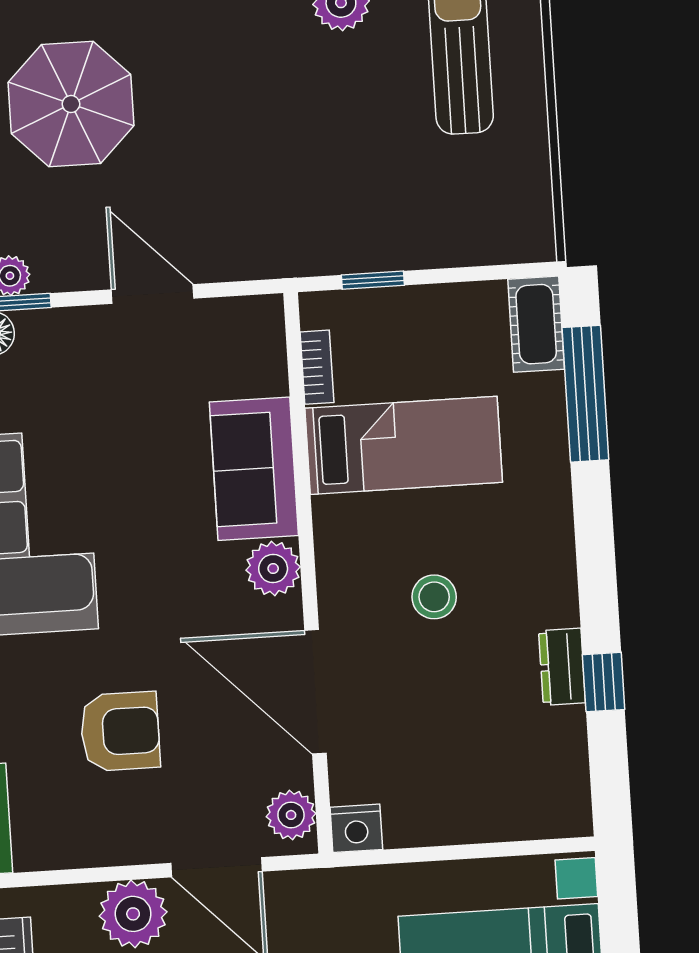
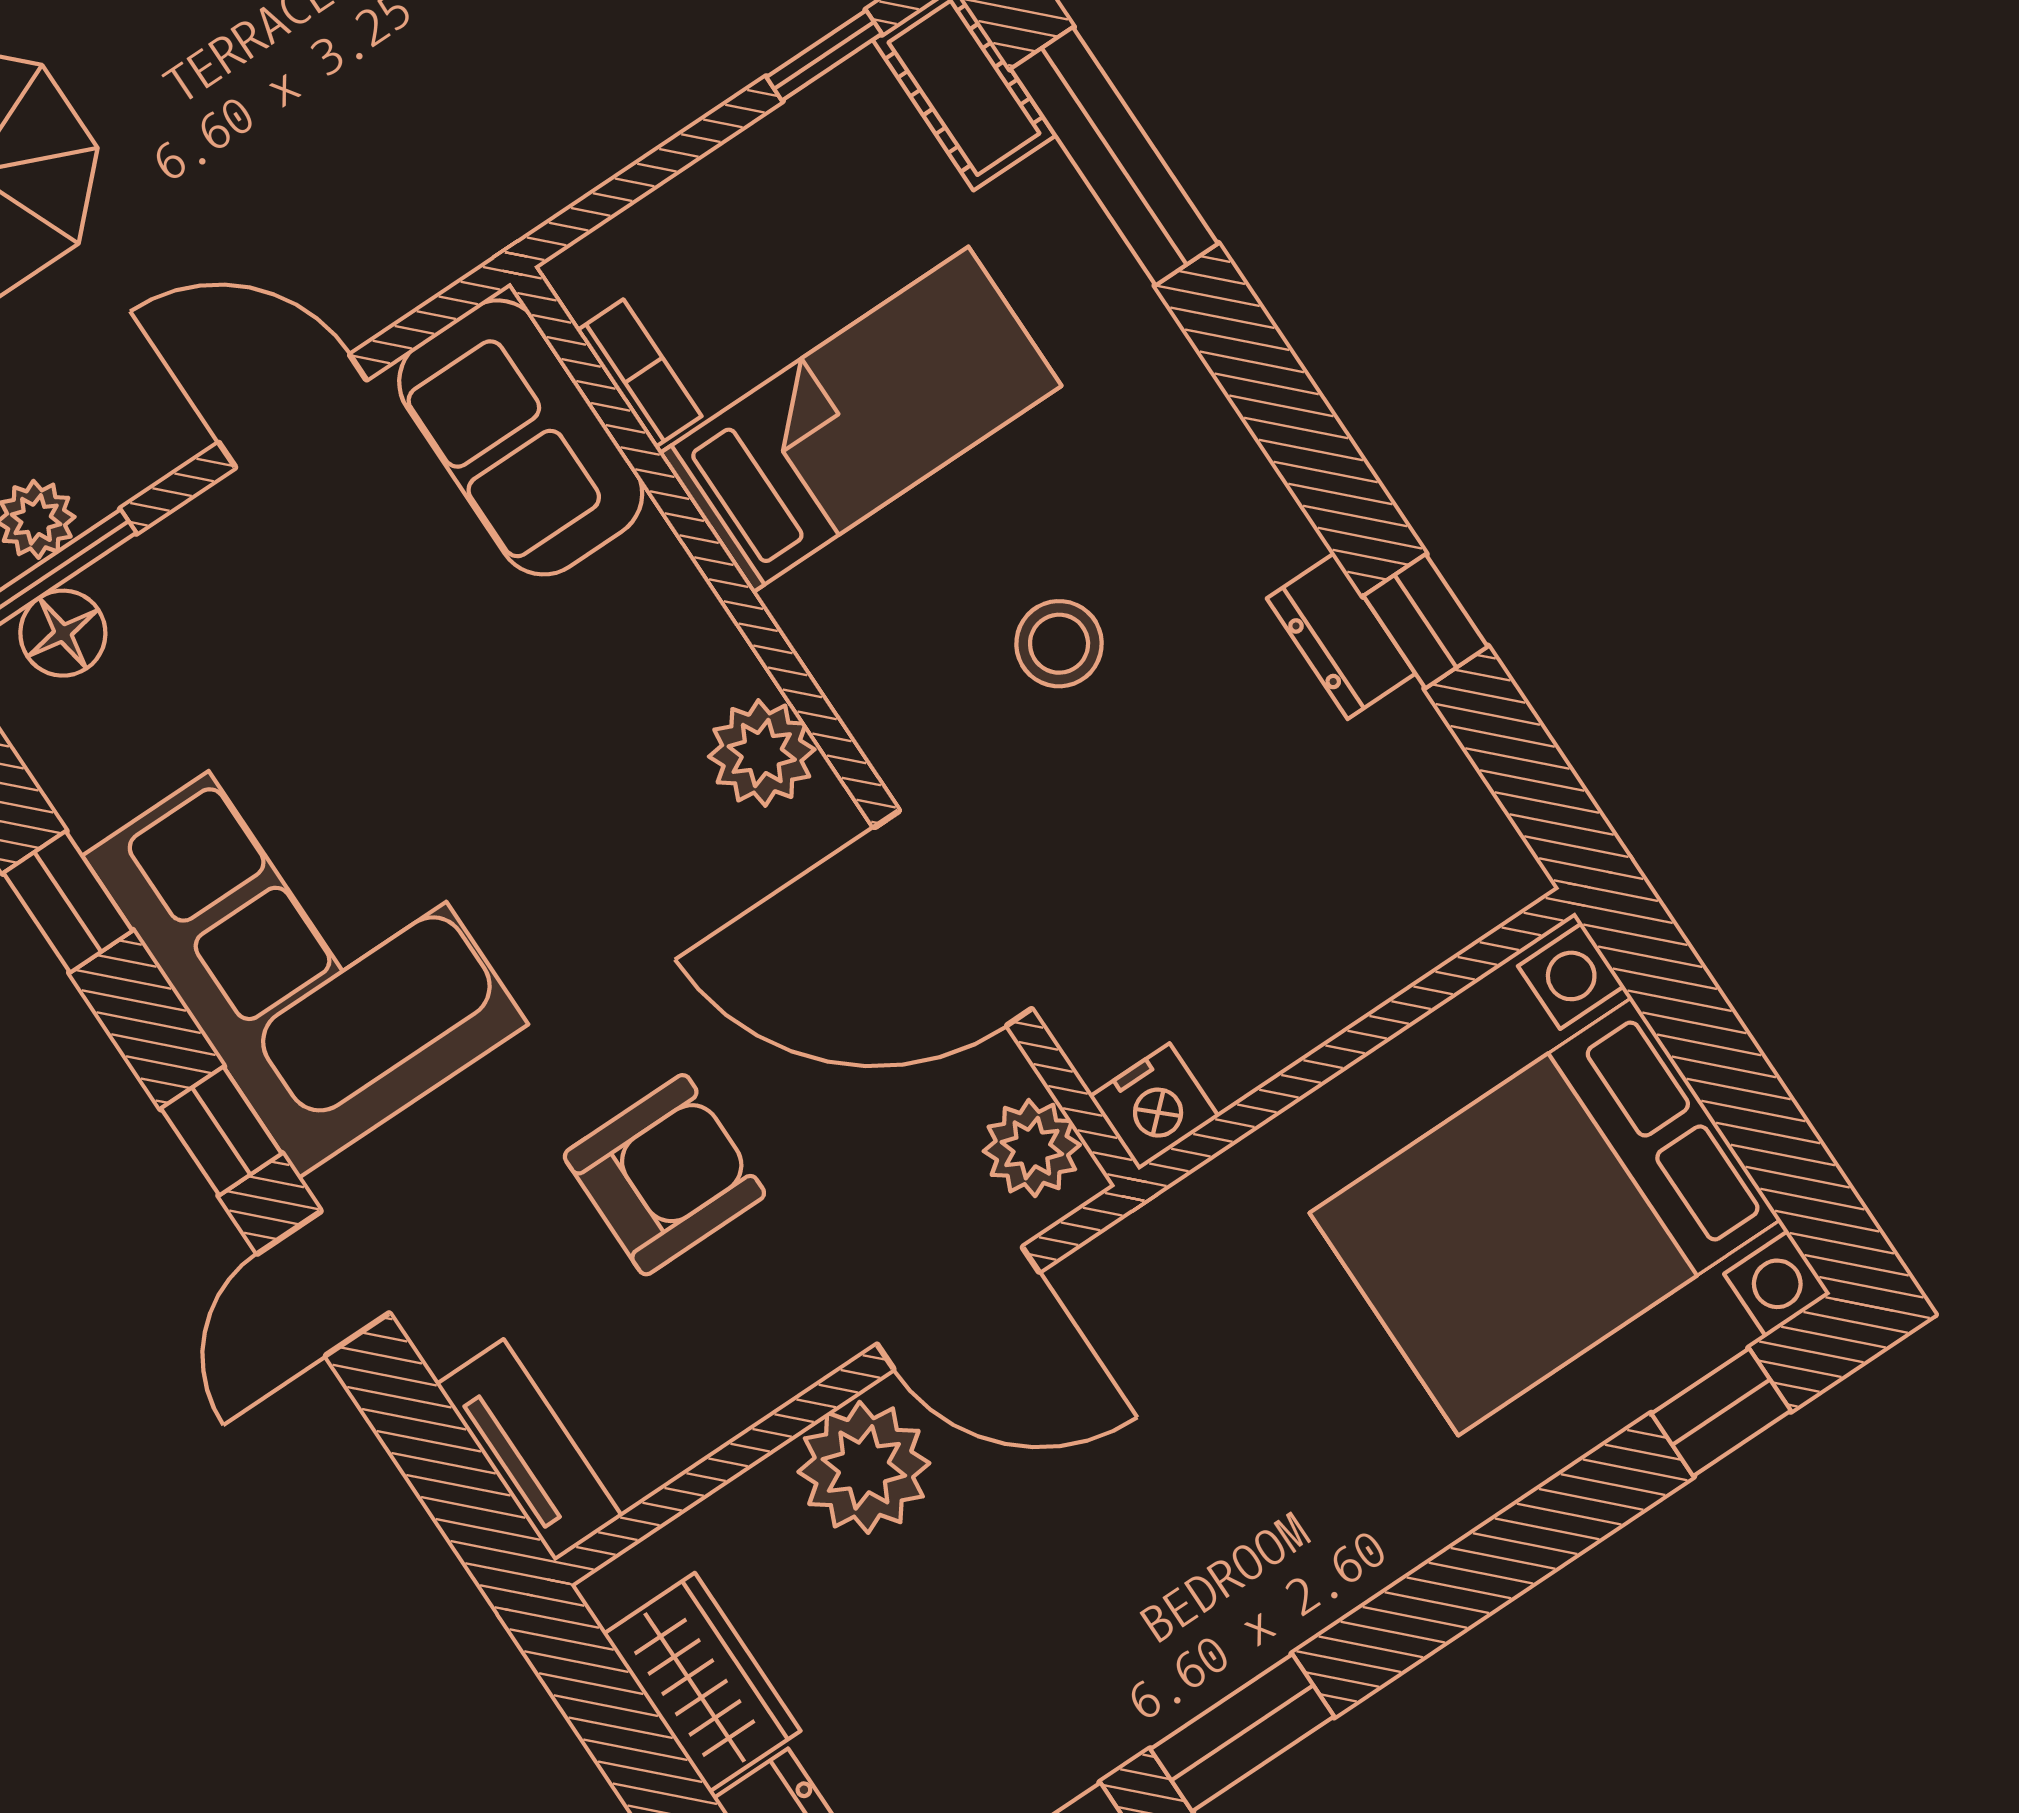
window: (373, 280) -> (824, 55), moved
sofa: (254, 469) -> (521, 437), moved

